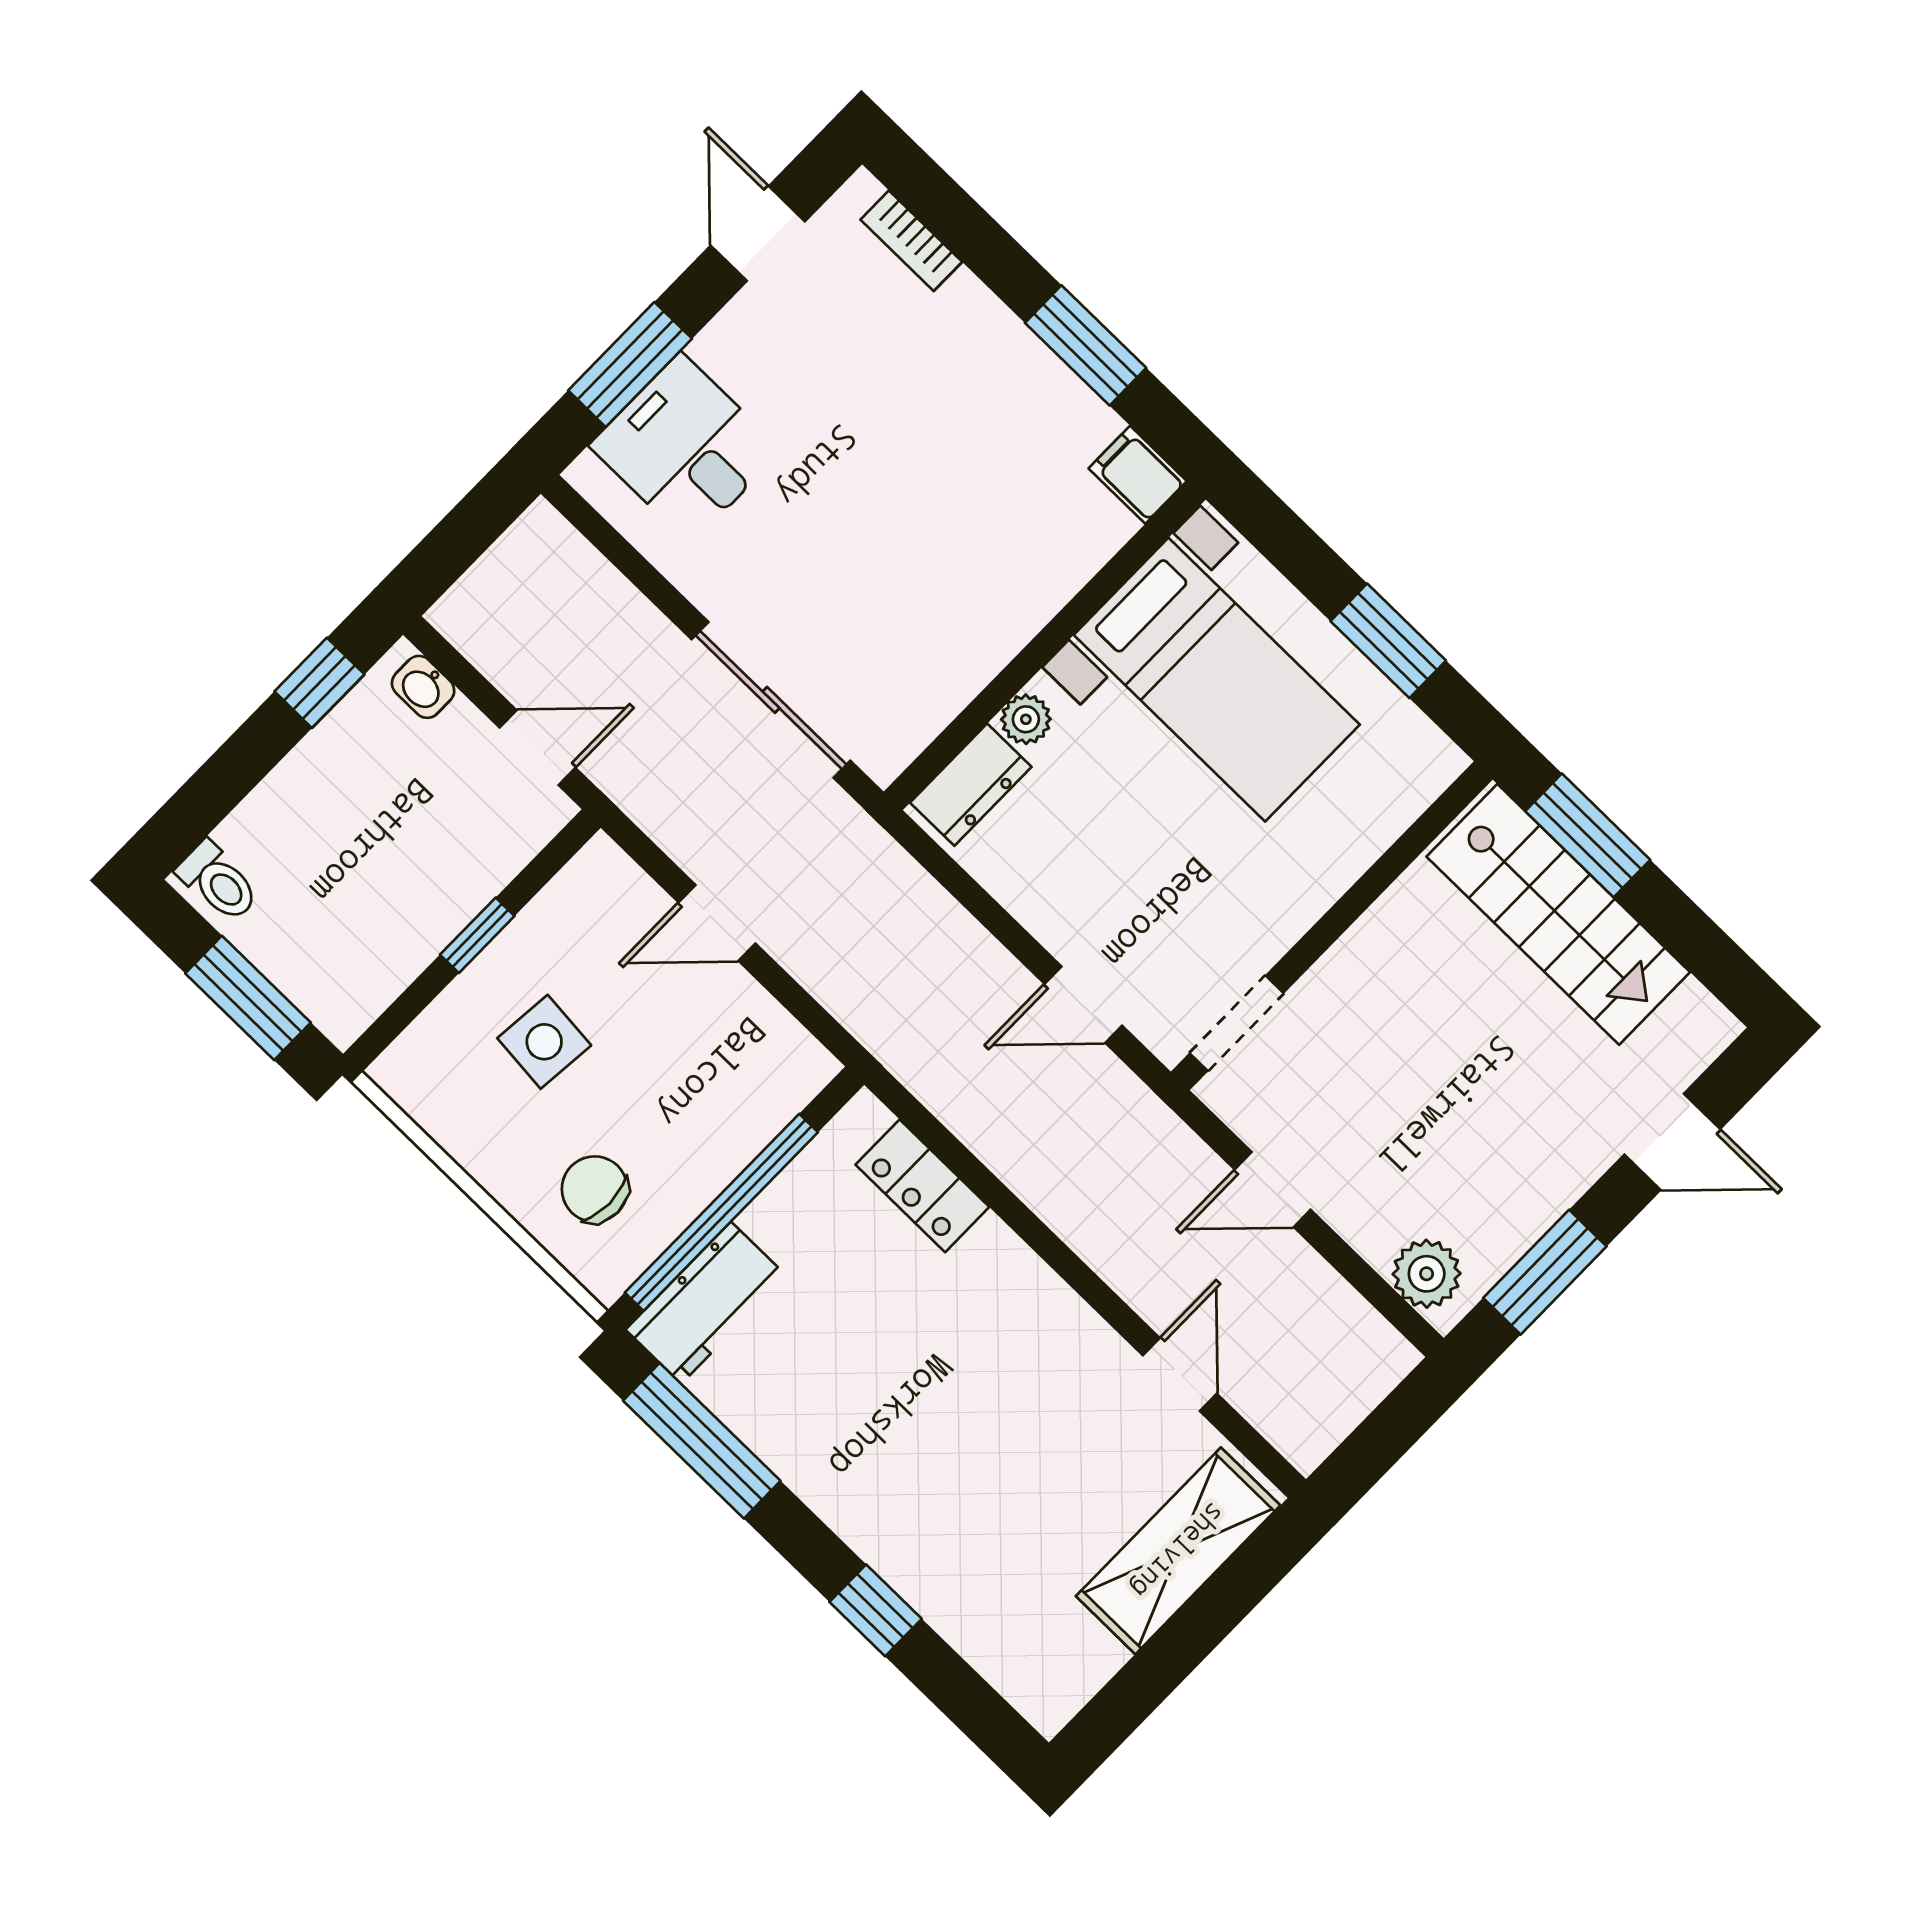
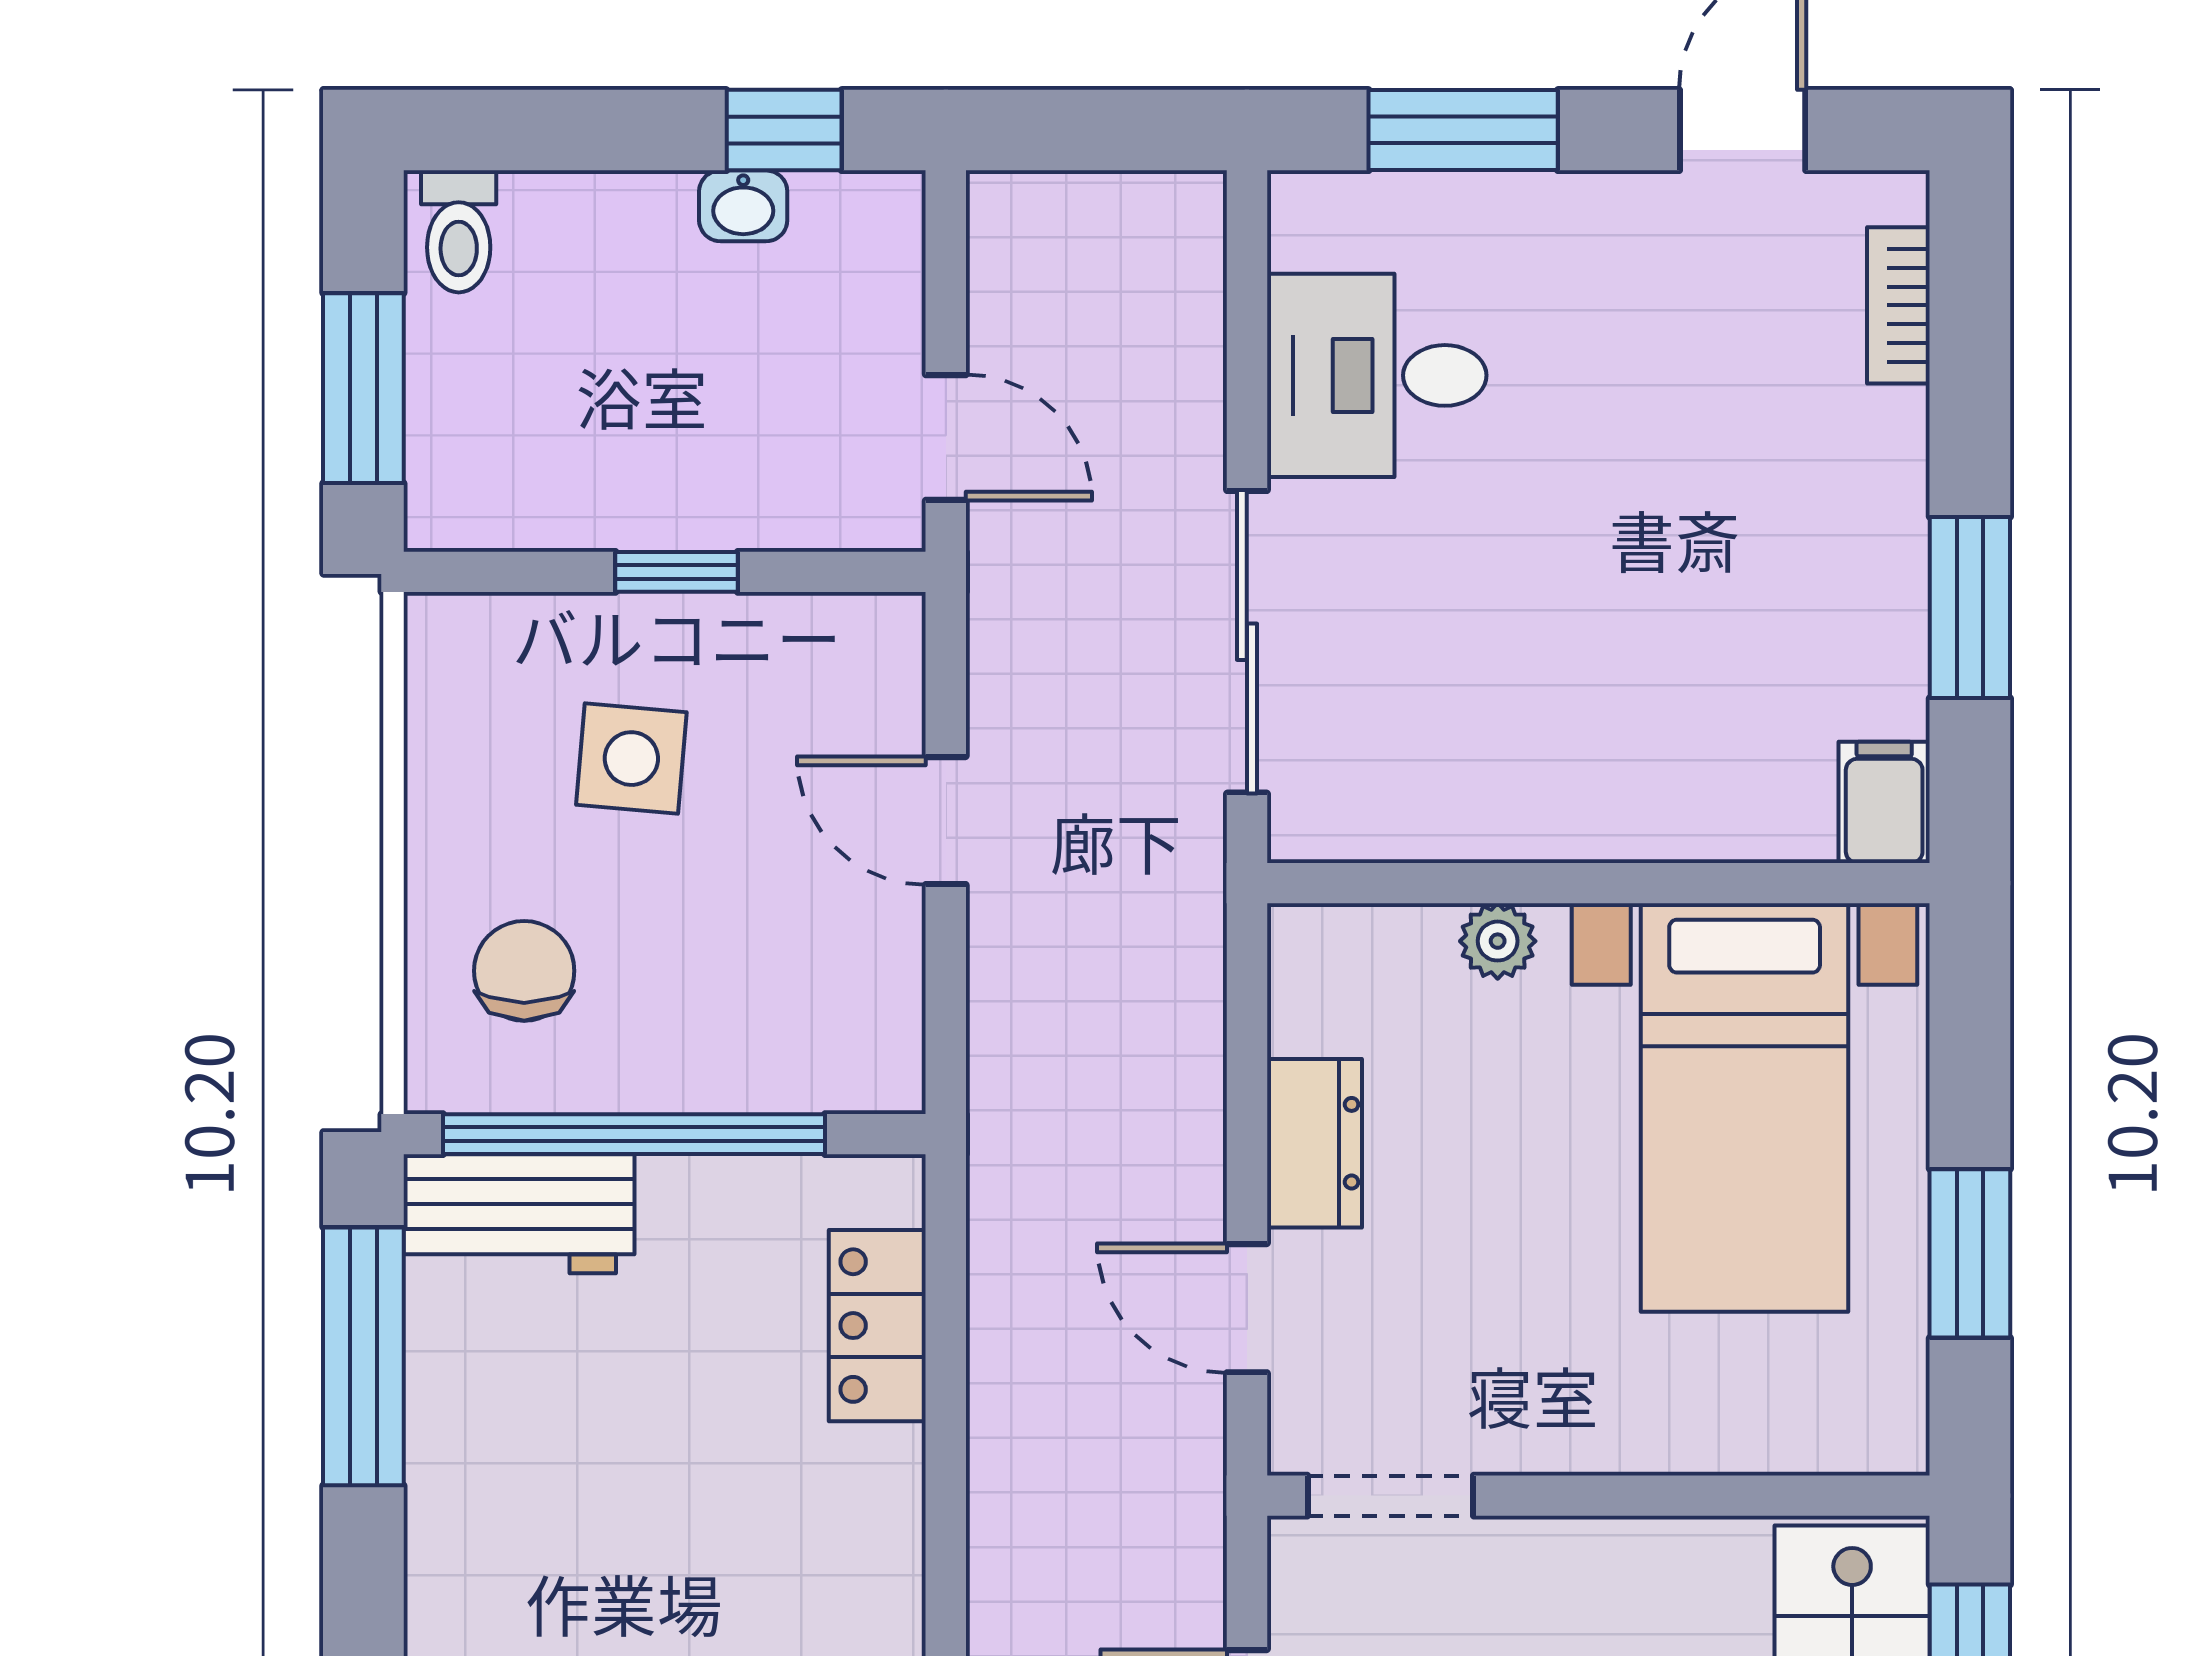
desk: (686, 448) -> (1377, 375), moved, turned -90
washbasin: (423, 687) -> (743, 206), moved, turned -90
dresser: (971, 785) -> (1315, 1143), moved, turned -90

